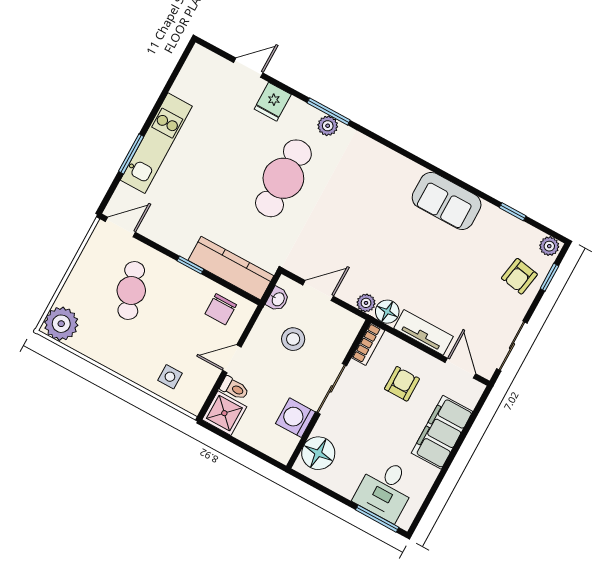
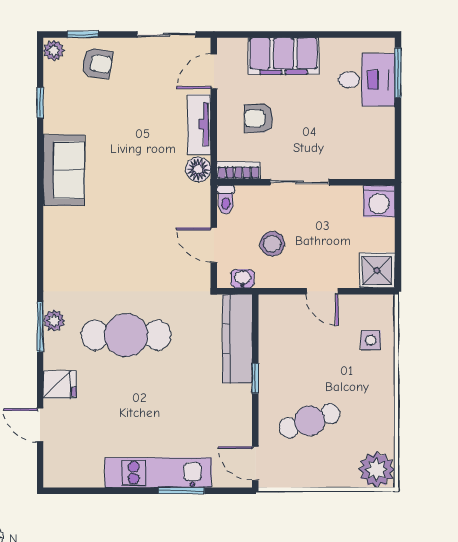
plant: (366, 303) -> (201, 194), removed
chair: (221, 309) -> (281, 327), removed
toilet: (234, 388) -> (226, 200), moved, turned 180
washing machine: (295, 418) -> (379, 201), moved
floor lamp: (318, 453) -> (367, 162), removed

